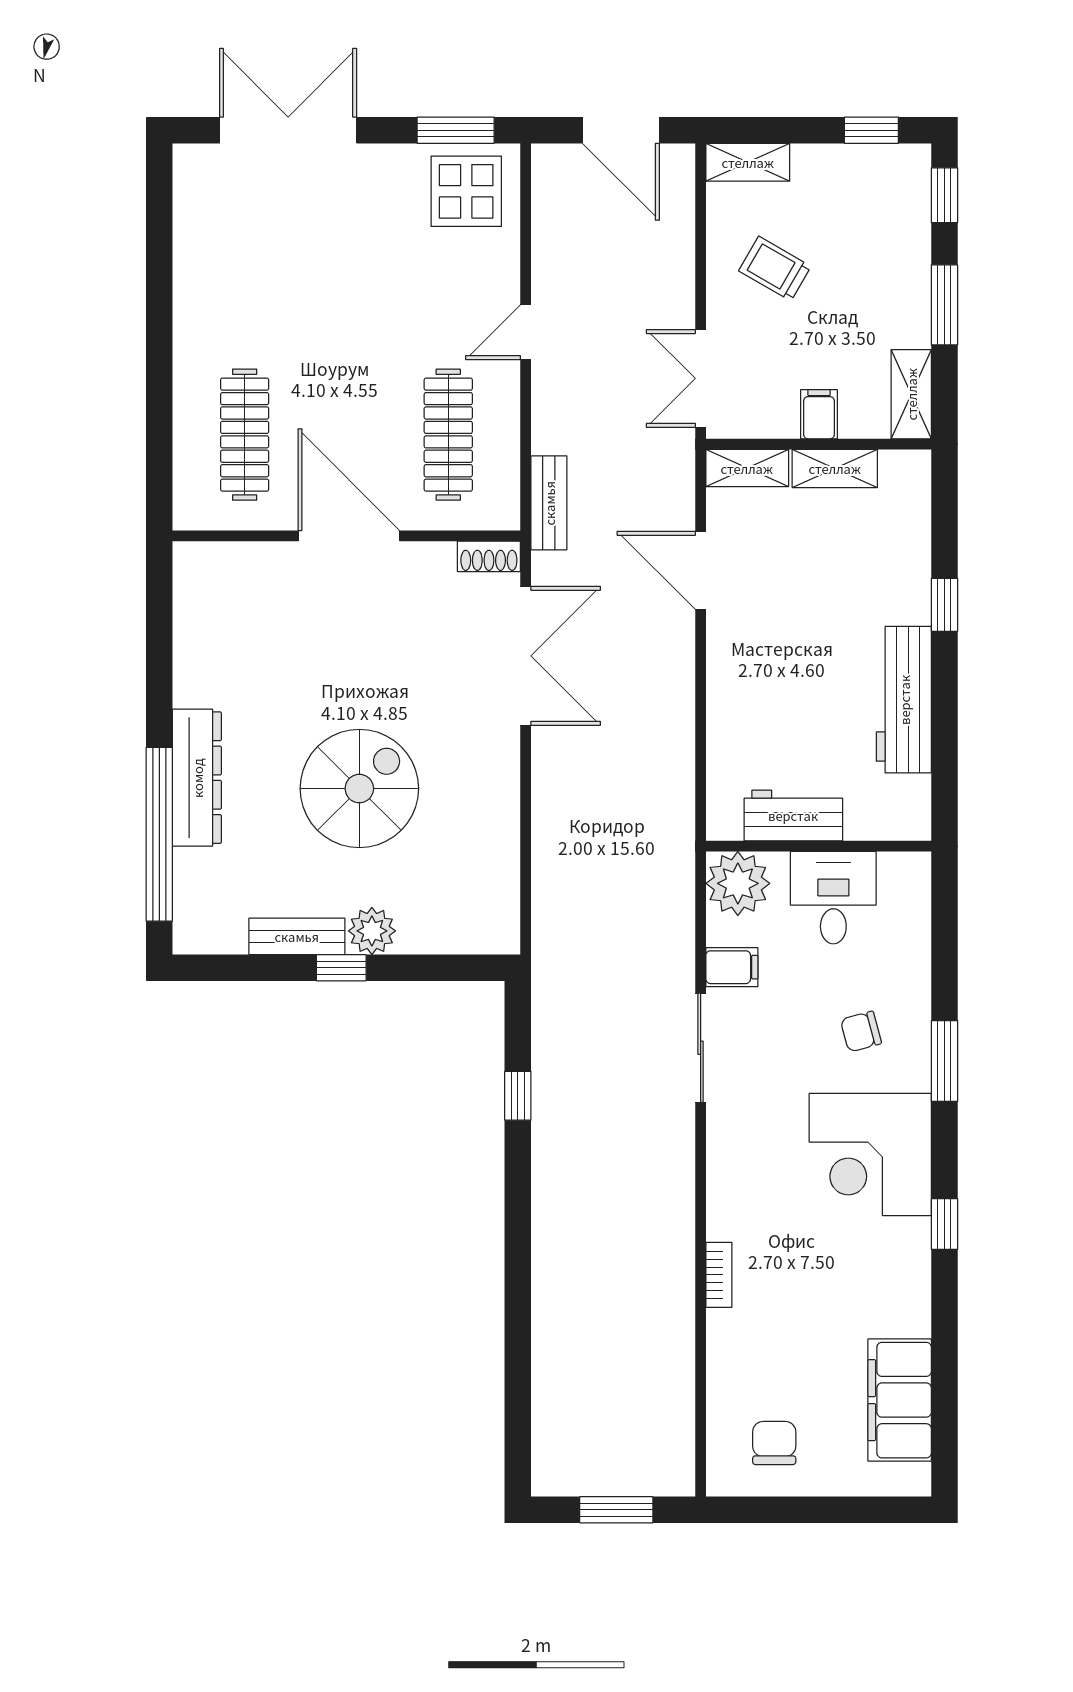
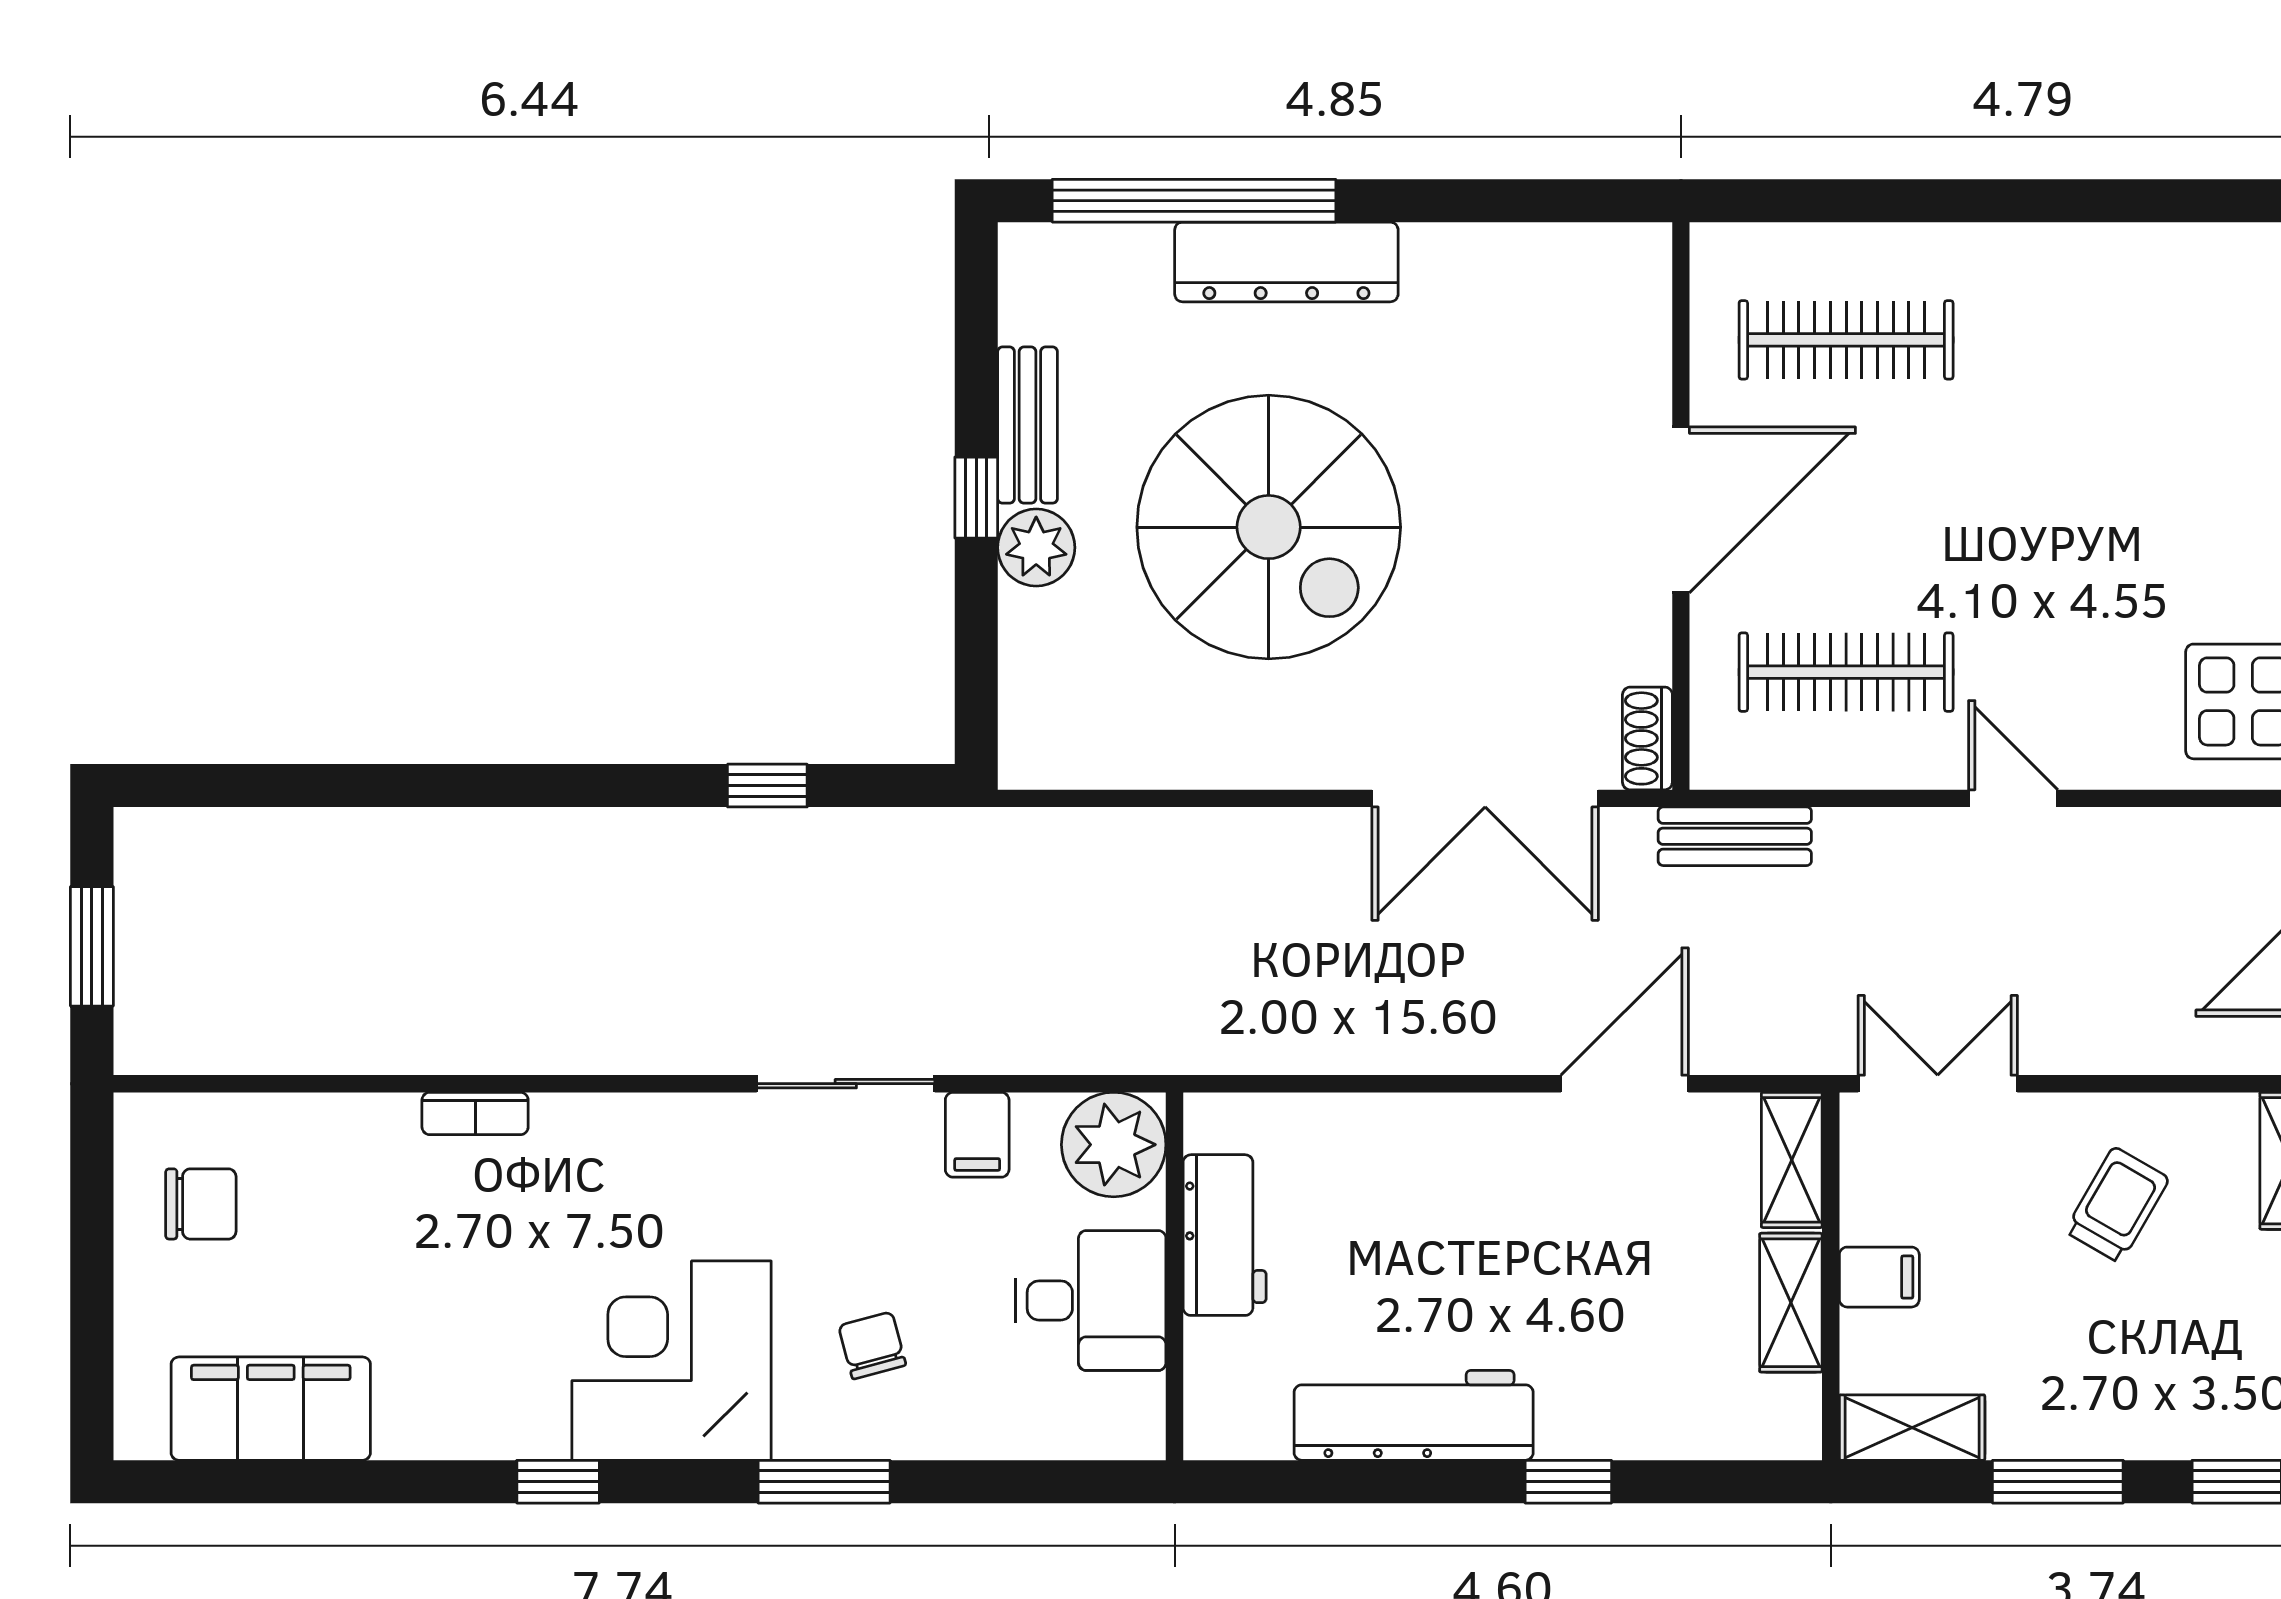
spiral stairs: (359, 789) -> (1269, 527), width x1.37, depth x1.37

